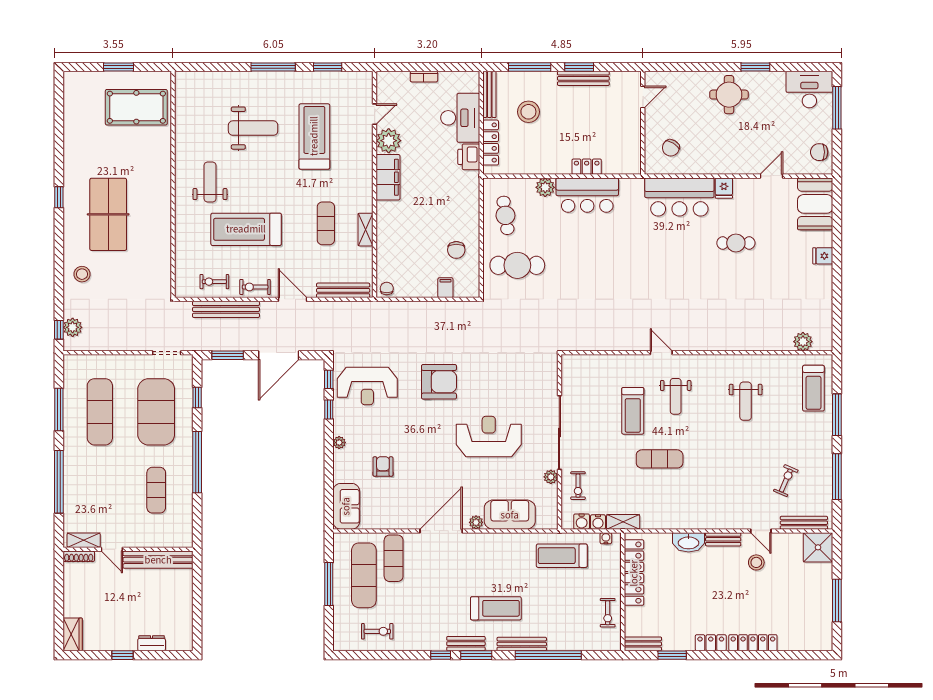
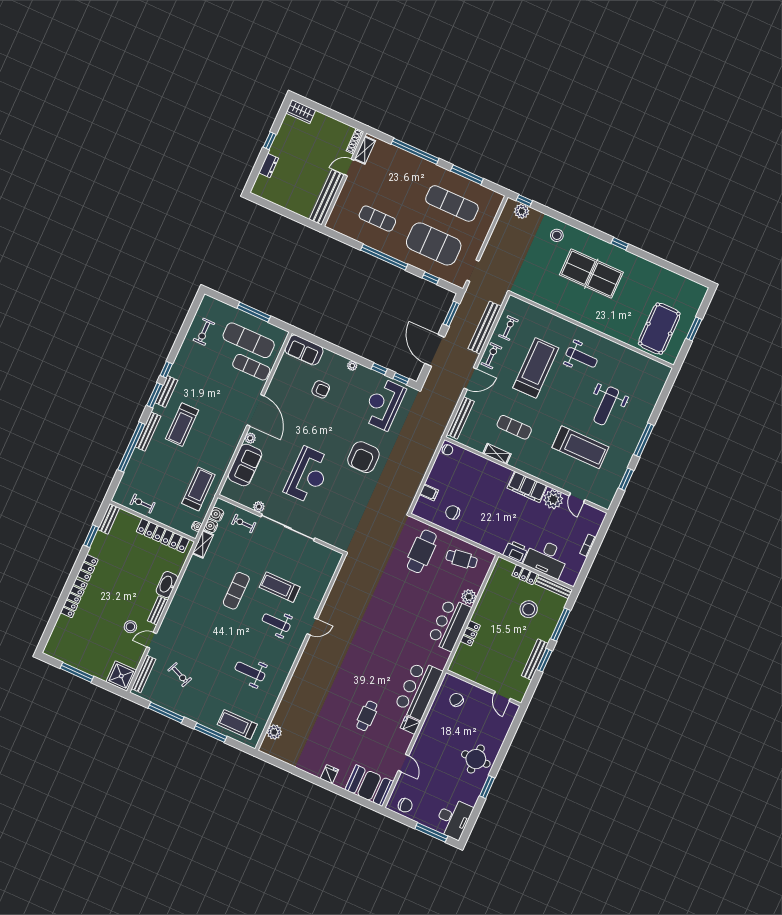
locker: (491, 143) -> (525, 575), width x0.66
chair: (819, 152) -> (405, 805), turned 90

